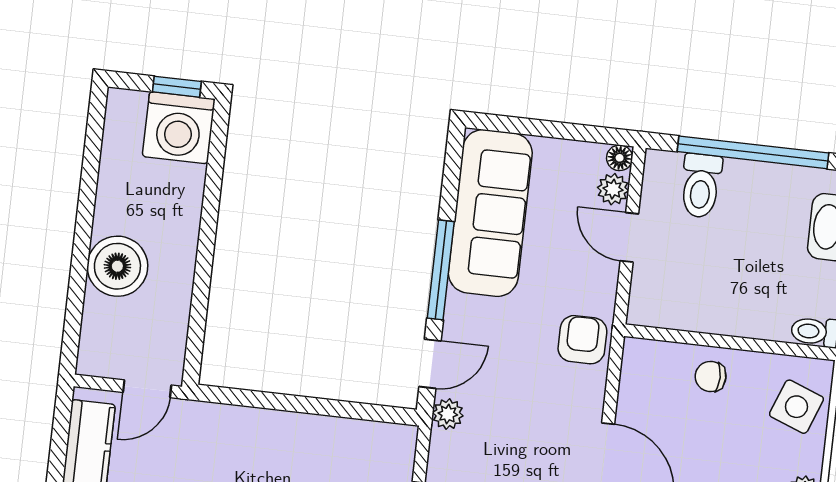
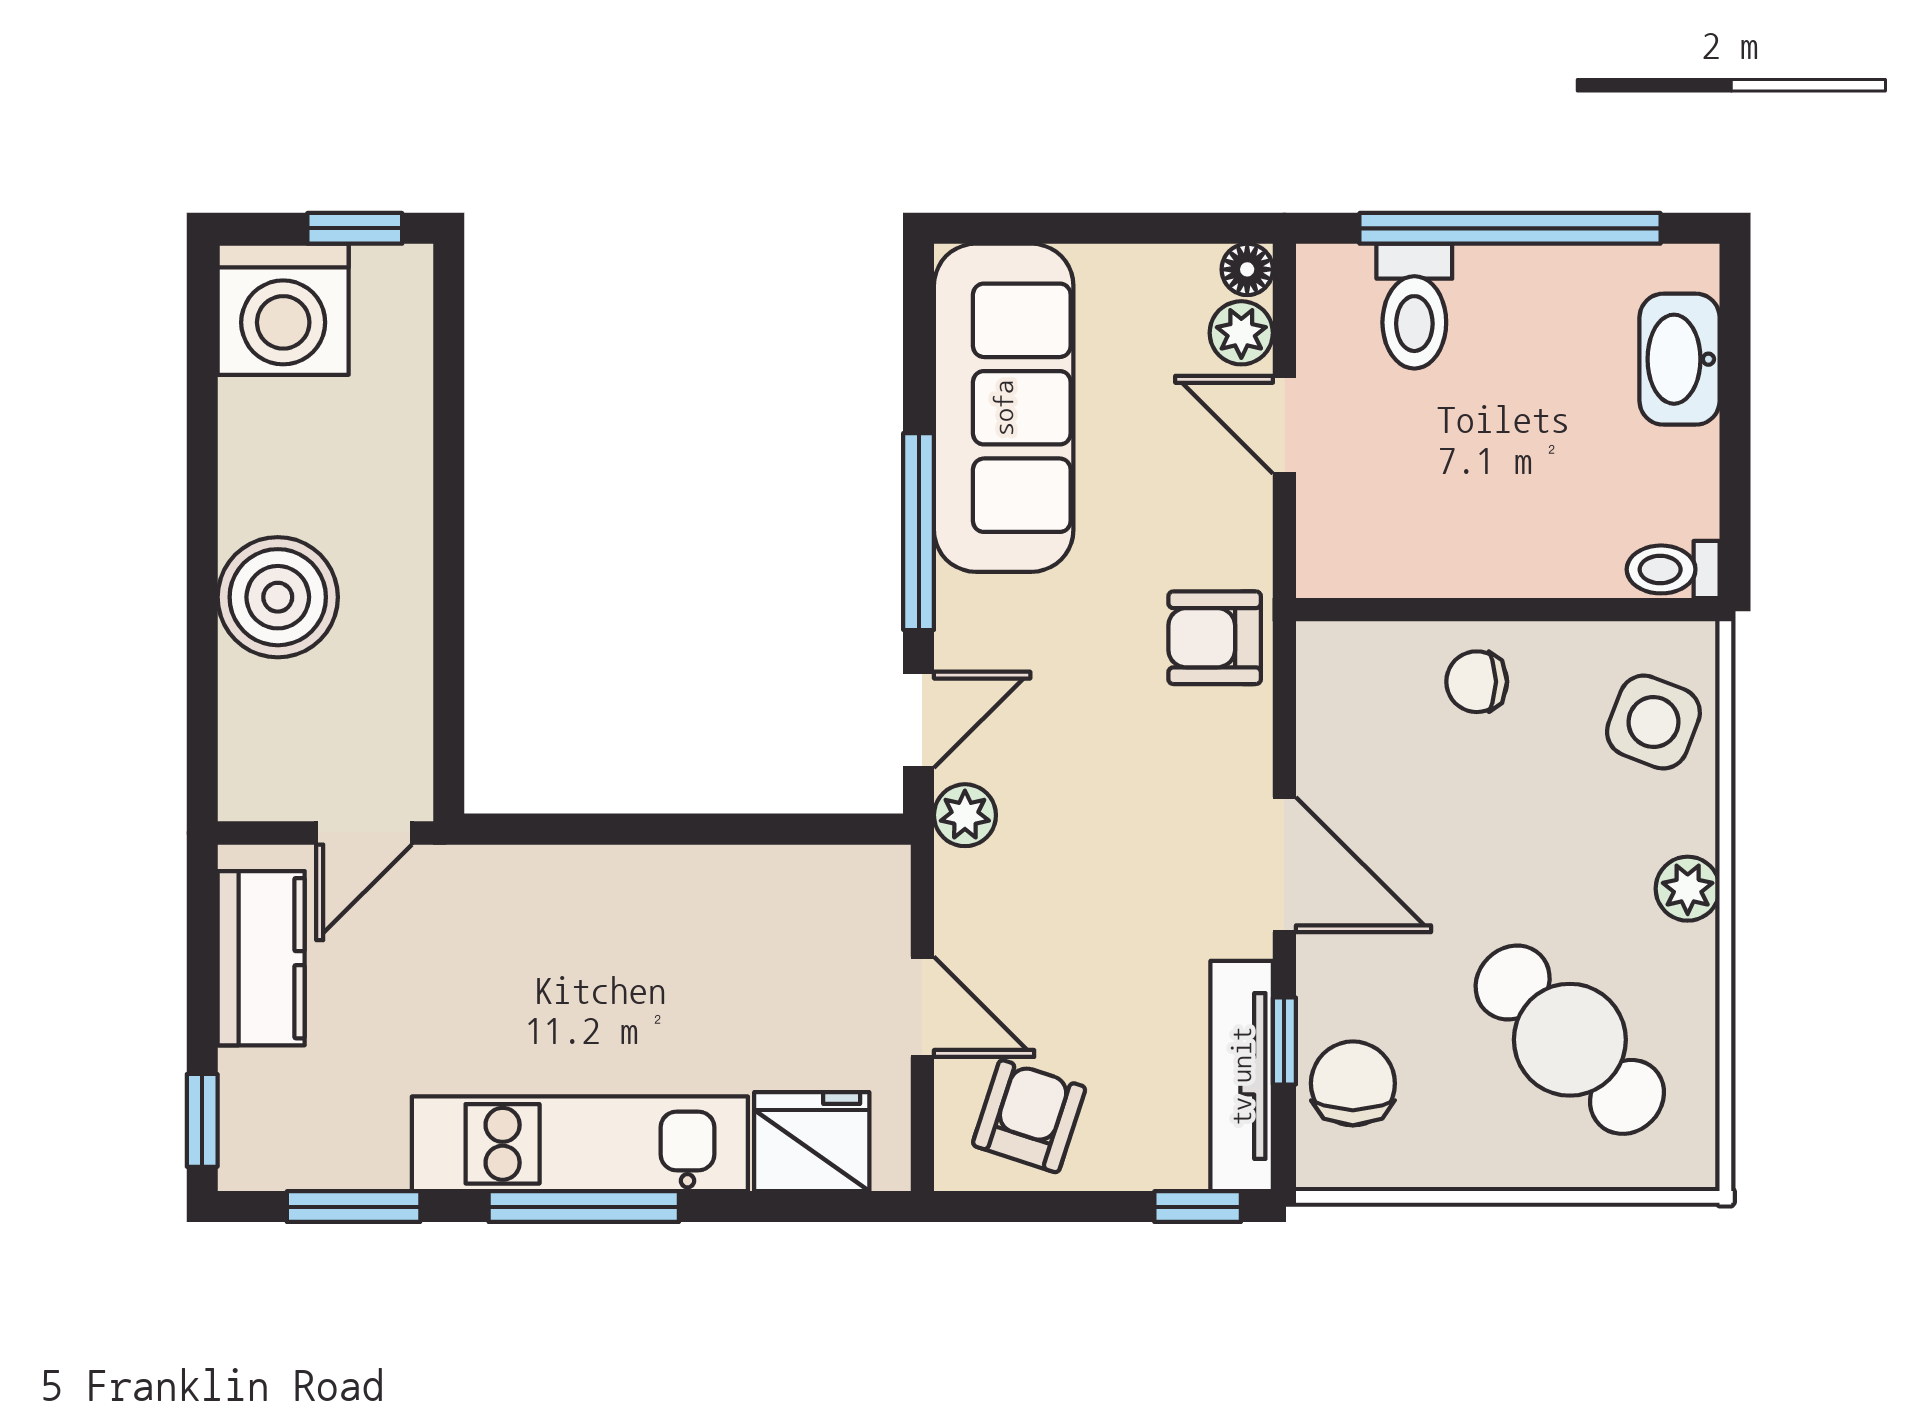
washing machine: (179, 128) -> (283, 309), moved
armchair: (582, 340) -> (1215, 638), turned -90

